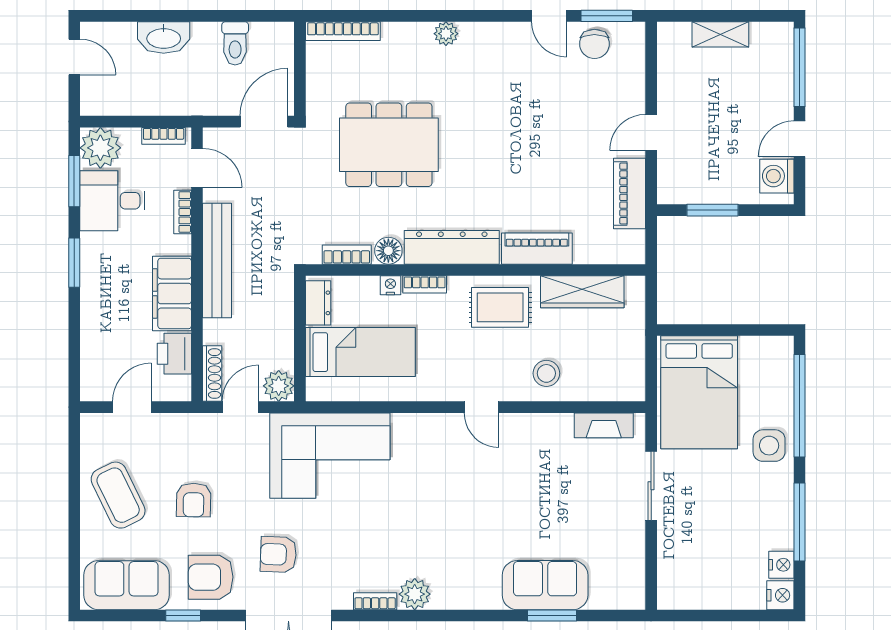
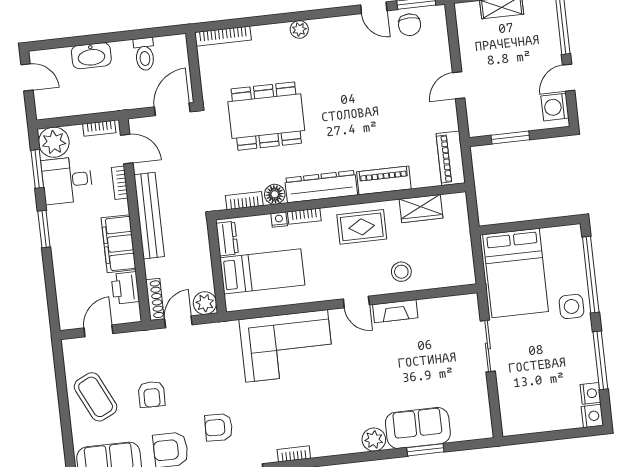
piano: (629, 193) -> (451, 158), moved
wardrobe: (582, 292) -> (421, 209), width x0.67
fireplace: (604, 425) -> (395, 311), moved
corner sofa: (330, 456) -> (287, 346), moved
plant: (415, 594) -> (374, 440), moved

